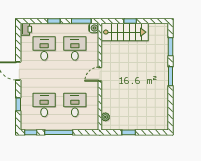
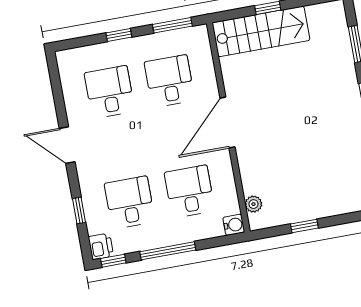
water cooler: (94, 28) -> (234, 225), moved
printer: (26, 29) -> (101, 246), moved
door: (100, 74) -> (227, 122), width x1.87

